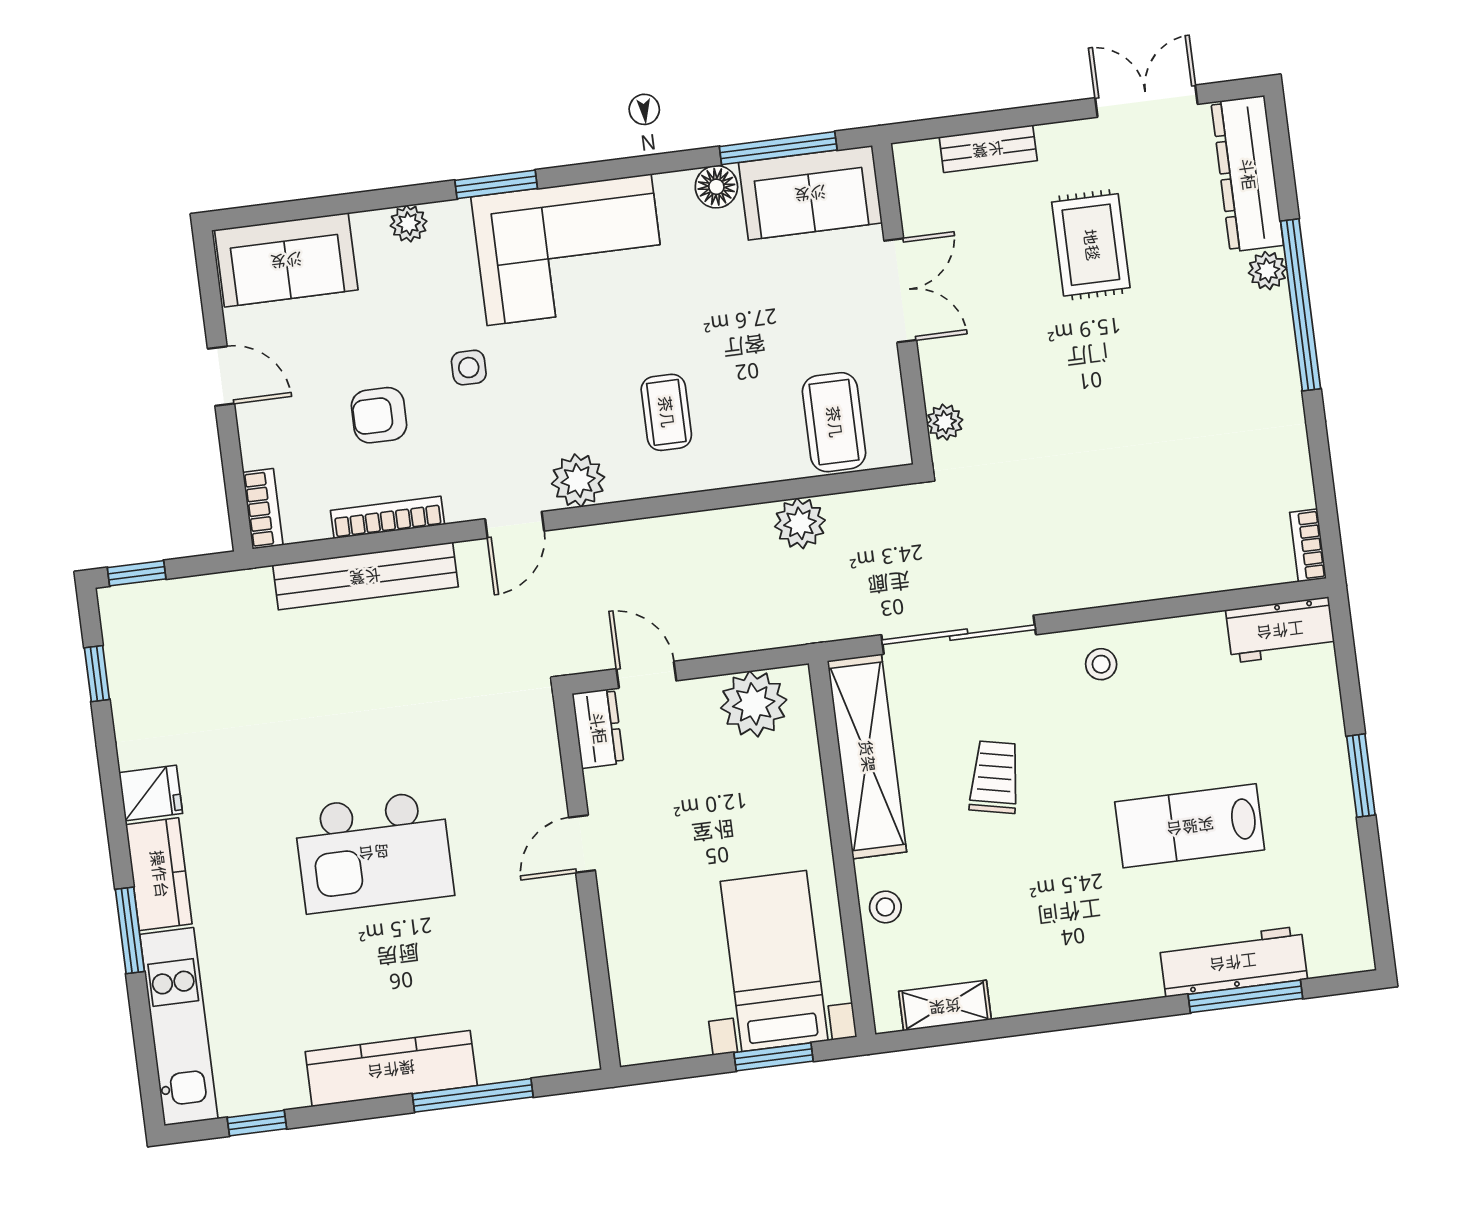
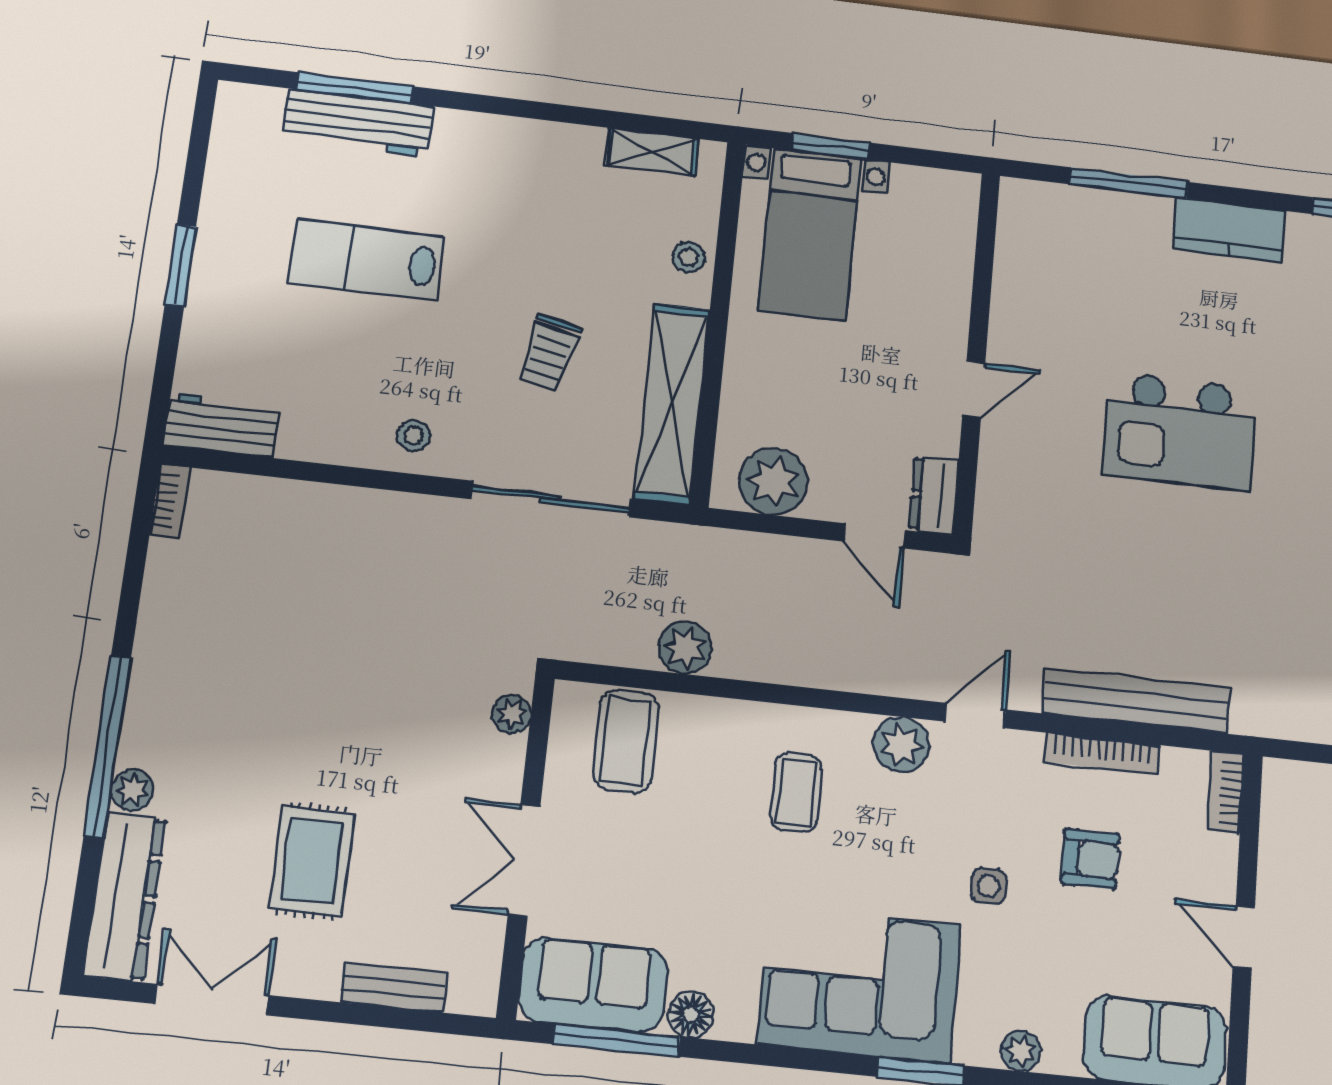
double door: (1146, 101) -> (212, 1000), swing flipped
lab bench: (1190, 826) -> (366, 260), turned 180
kitchen island: (374, 852) -> (1180, 432), turned 180
kitchen counter: (391, 1069) -> (1229, 230), width x0.67

